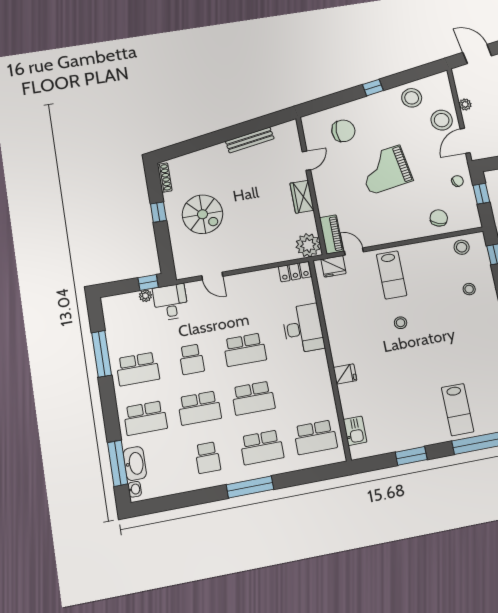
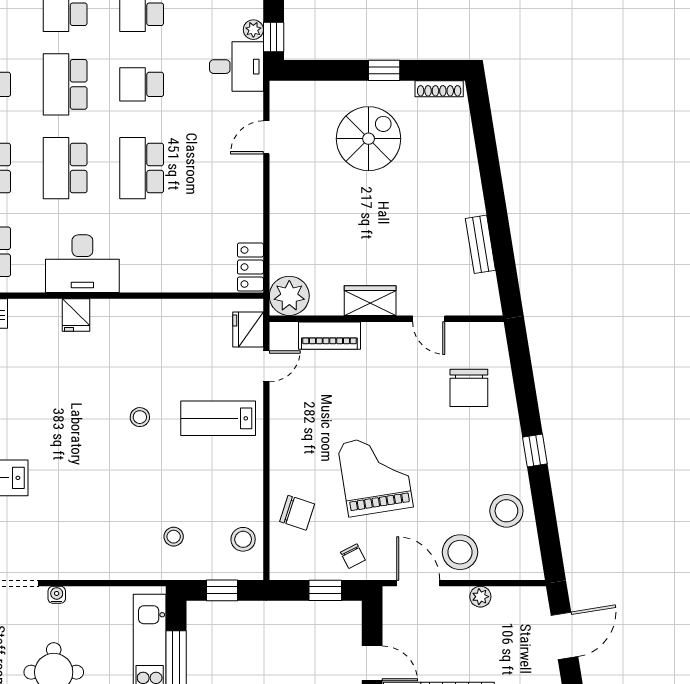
bench: (250, 140) -> (480, 244), width x0.73
grand piano: (385, 170) -> (375, 475), moved
spiral stairs: (203, 214) -> (369, 139), turned 180
piano: (331, 234) -> (329, 336), moved
desk: (303, 328) -> (82, 264), moved

